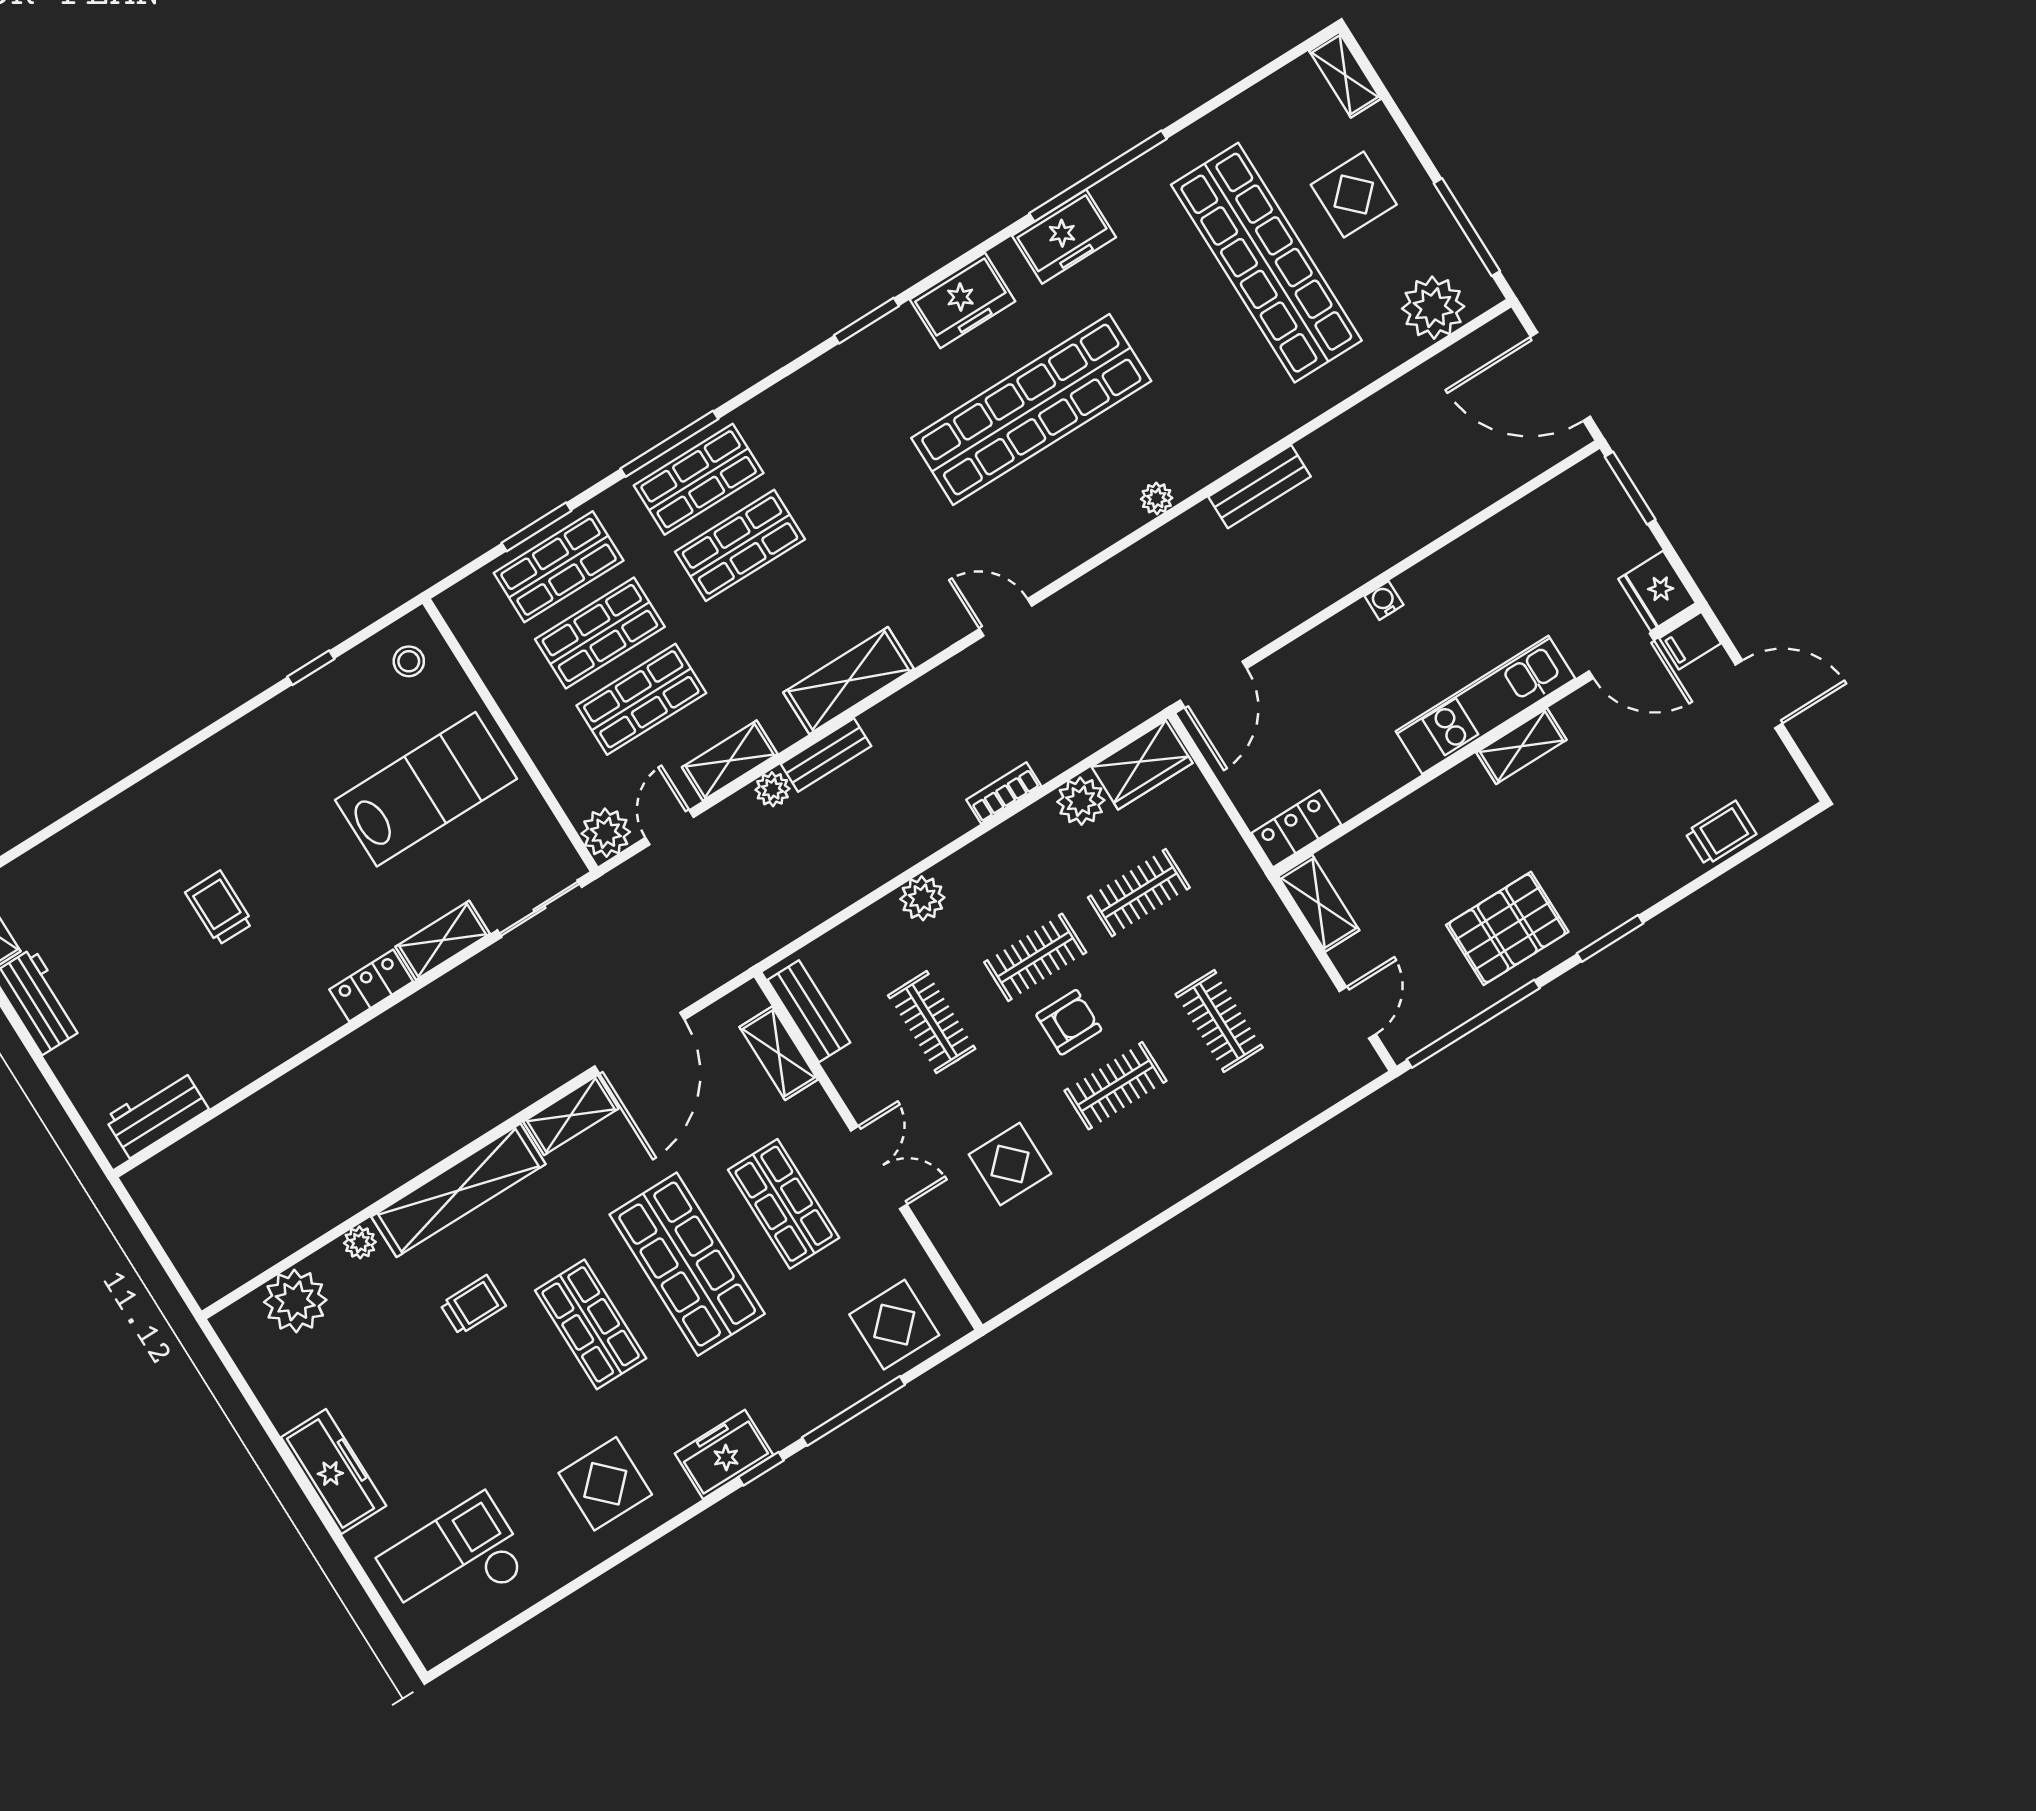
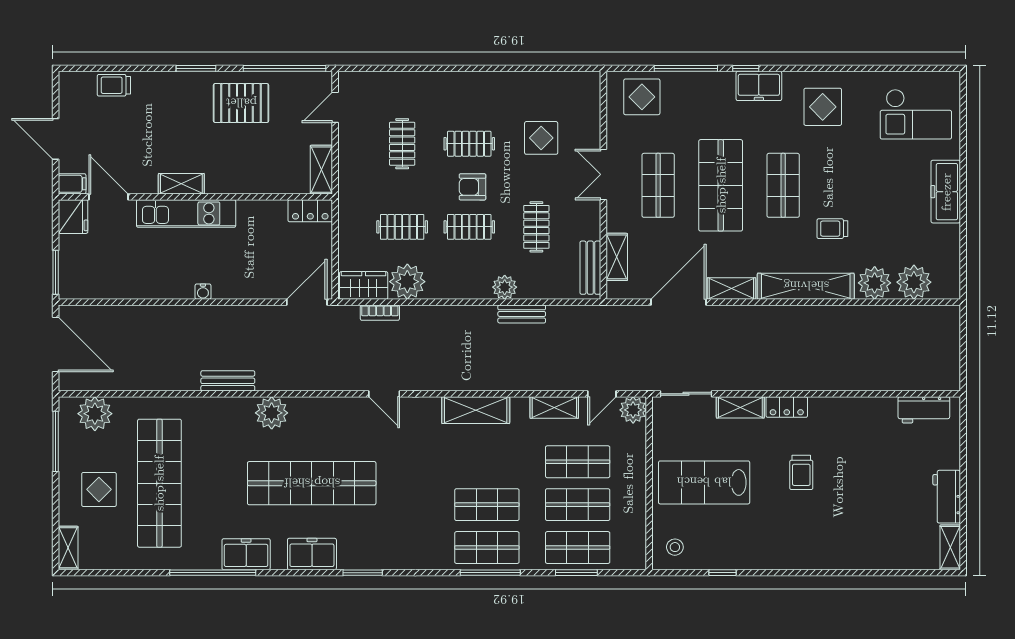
plant: (1157, 498) -> (272, 413), width x1.88, depth x1.88
bench: (826, 755) -> (522, 314), moved
plant: (772, 789) -> (543, 382), removed
bookcase: (1004, 793) -> (380, 313), moved
plant: (1081, 801) -> (407, 282), width x1.36, depth x1.36
trolley: (219, 908) -> (801, 472), moved
plant: (360, 1242) -> (875, 283), width x1.88, depth x1.88

